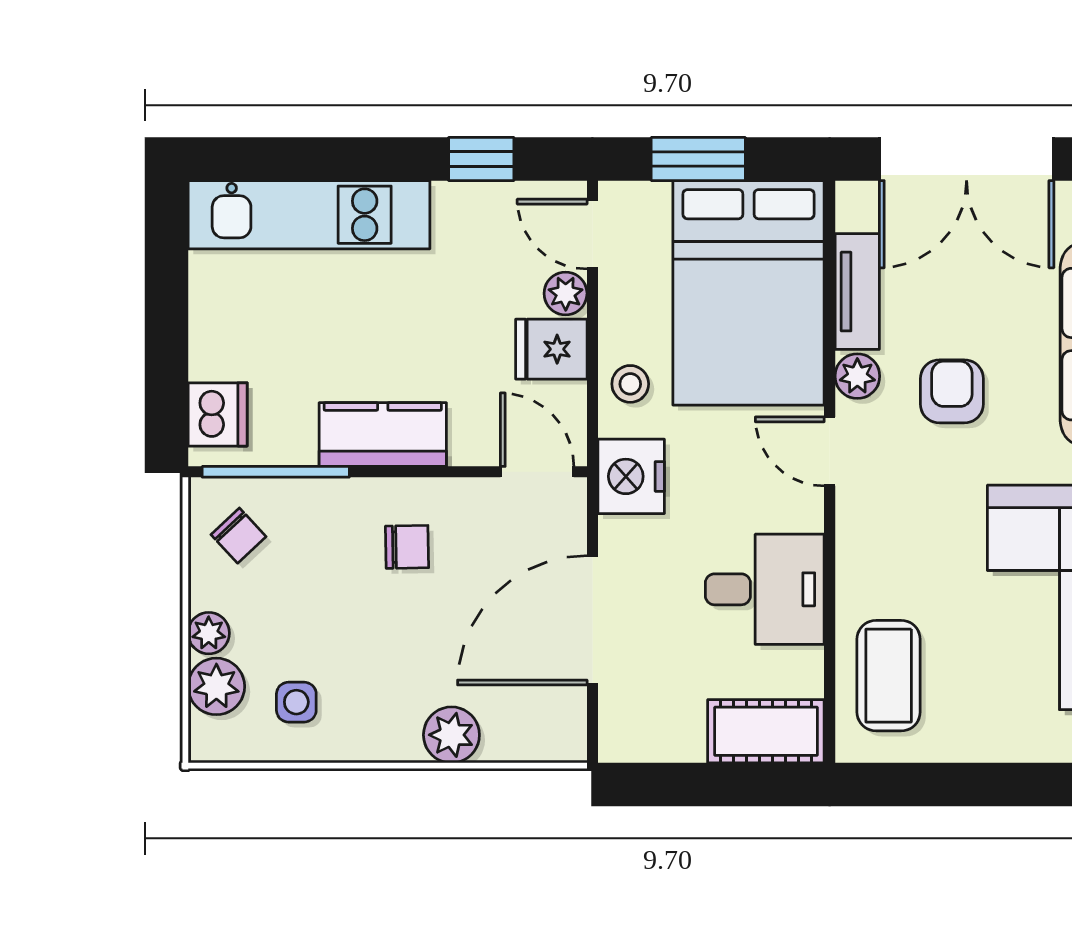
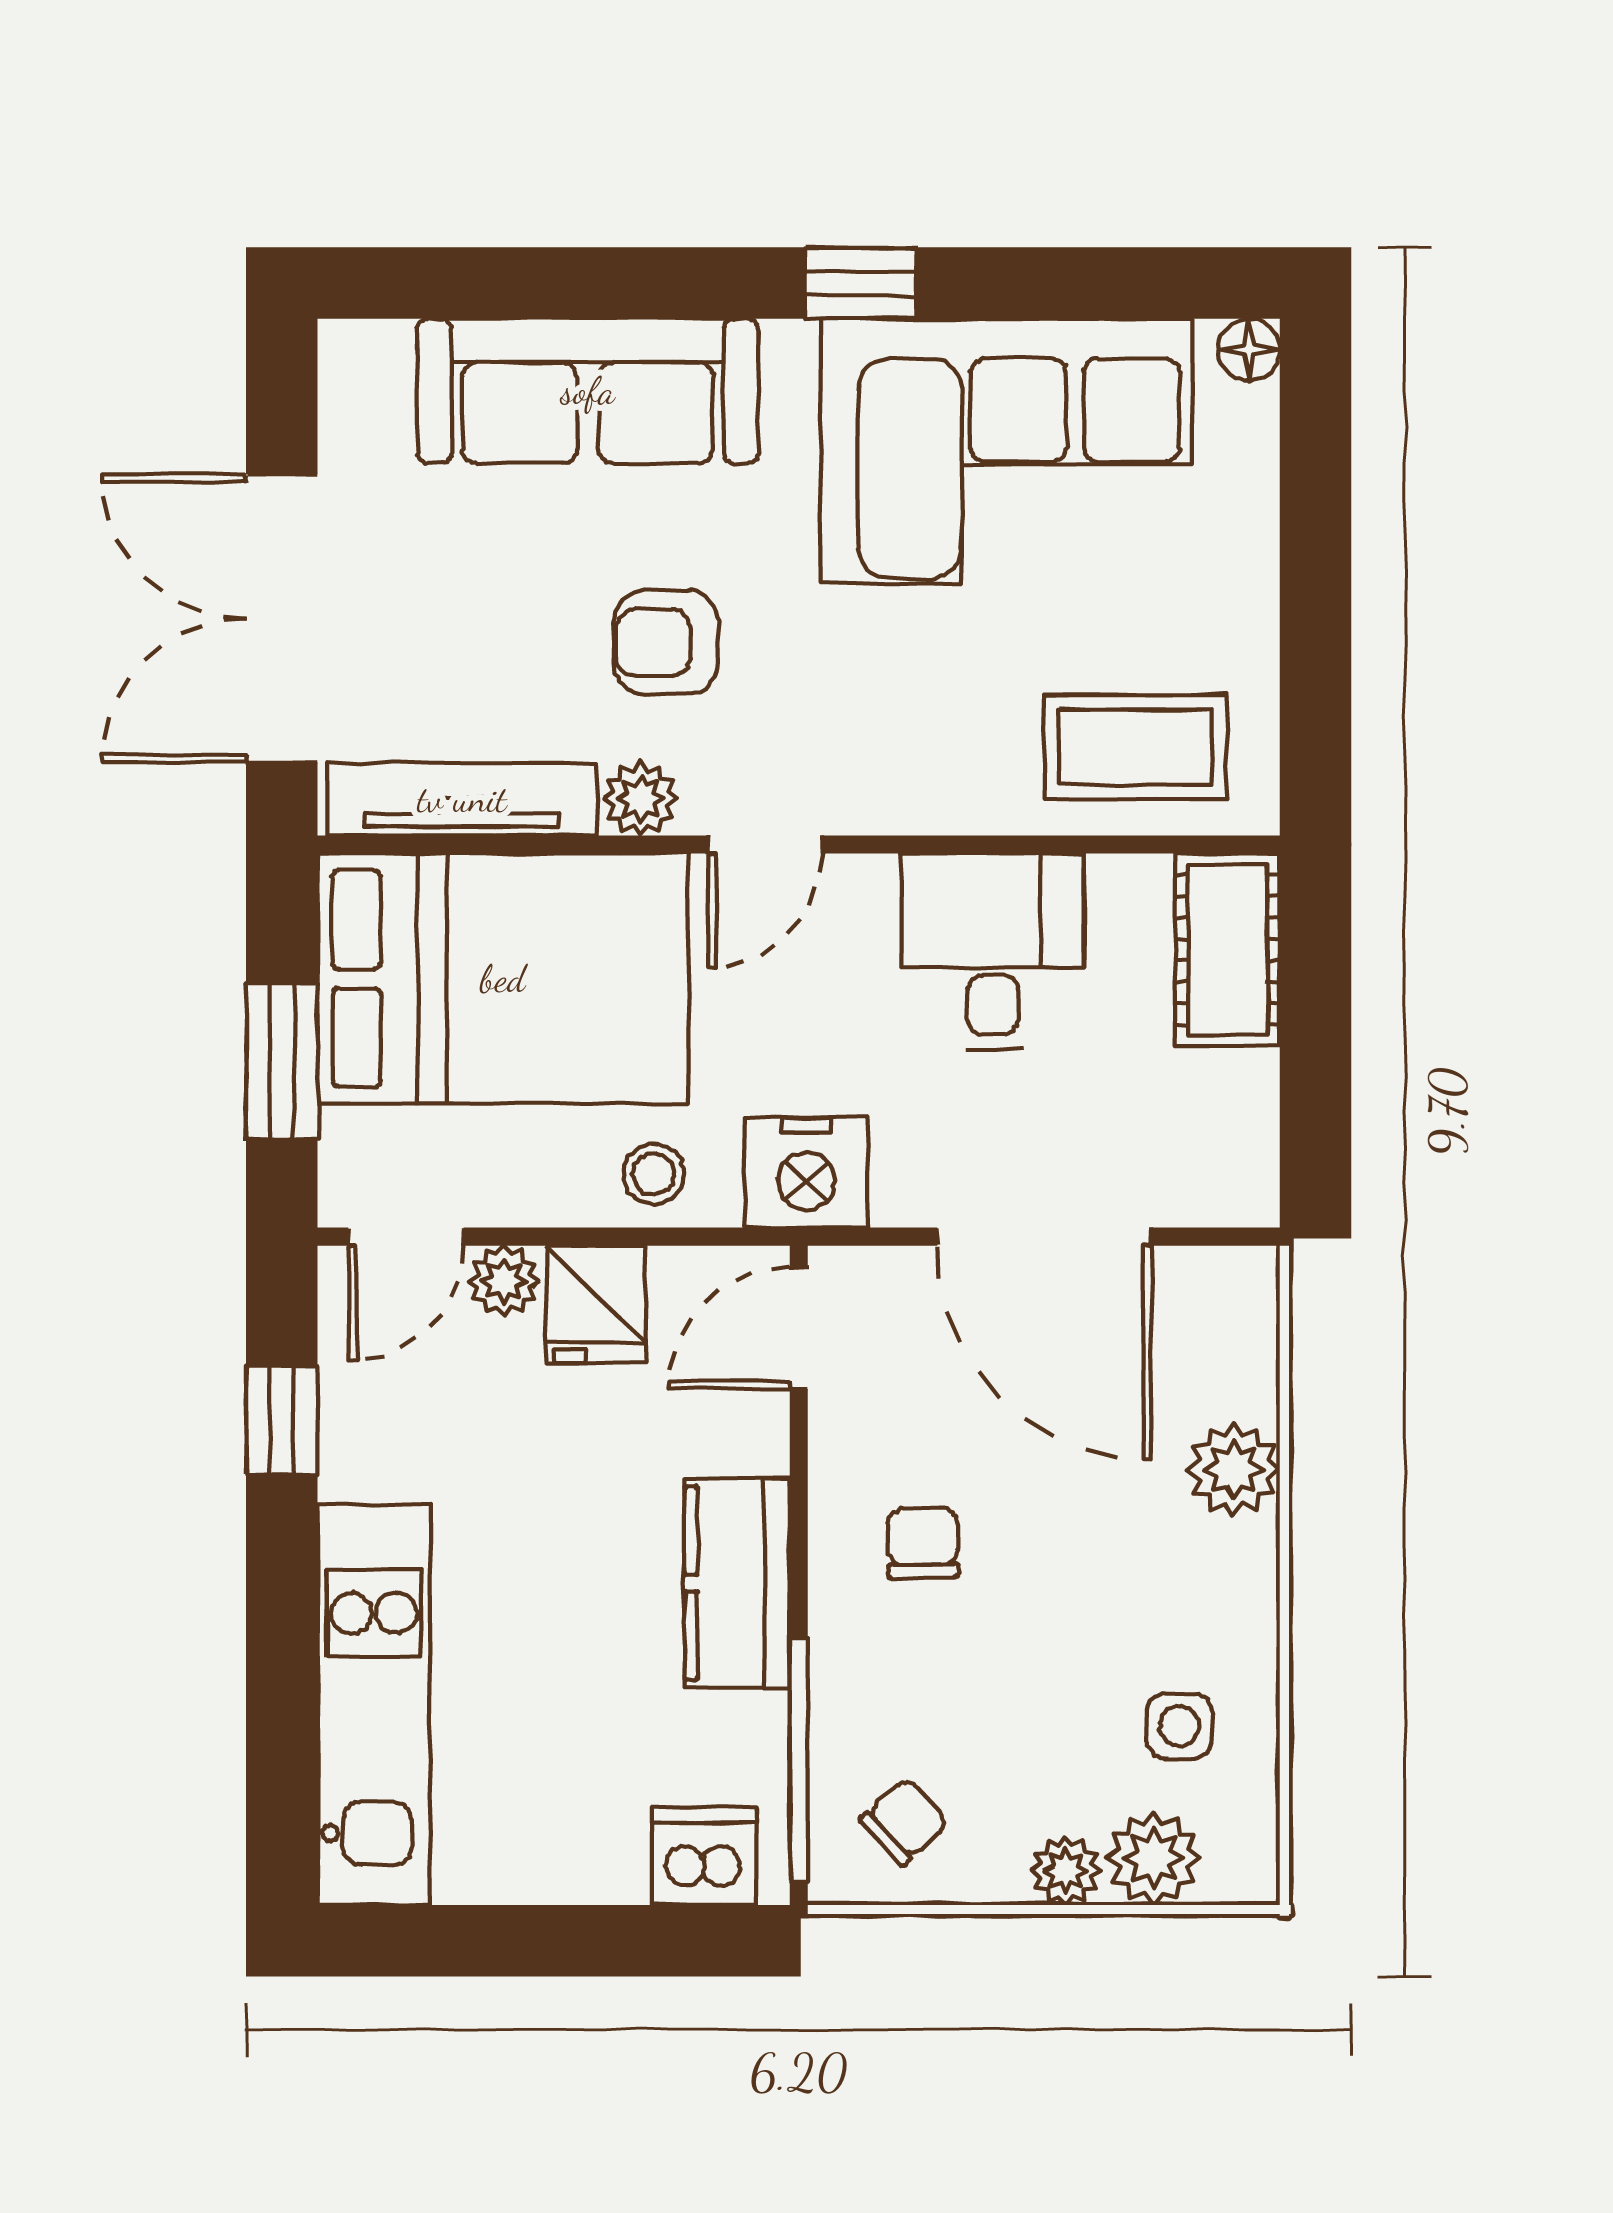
double door: (967, 159) -> (282, 618), swing flipped
tv unit: (857, 292) -> (462, 799), width x1.41

